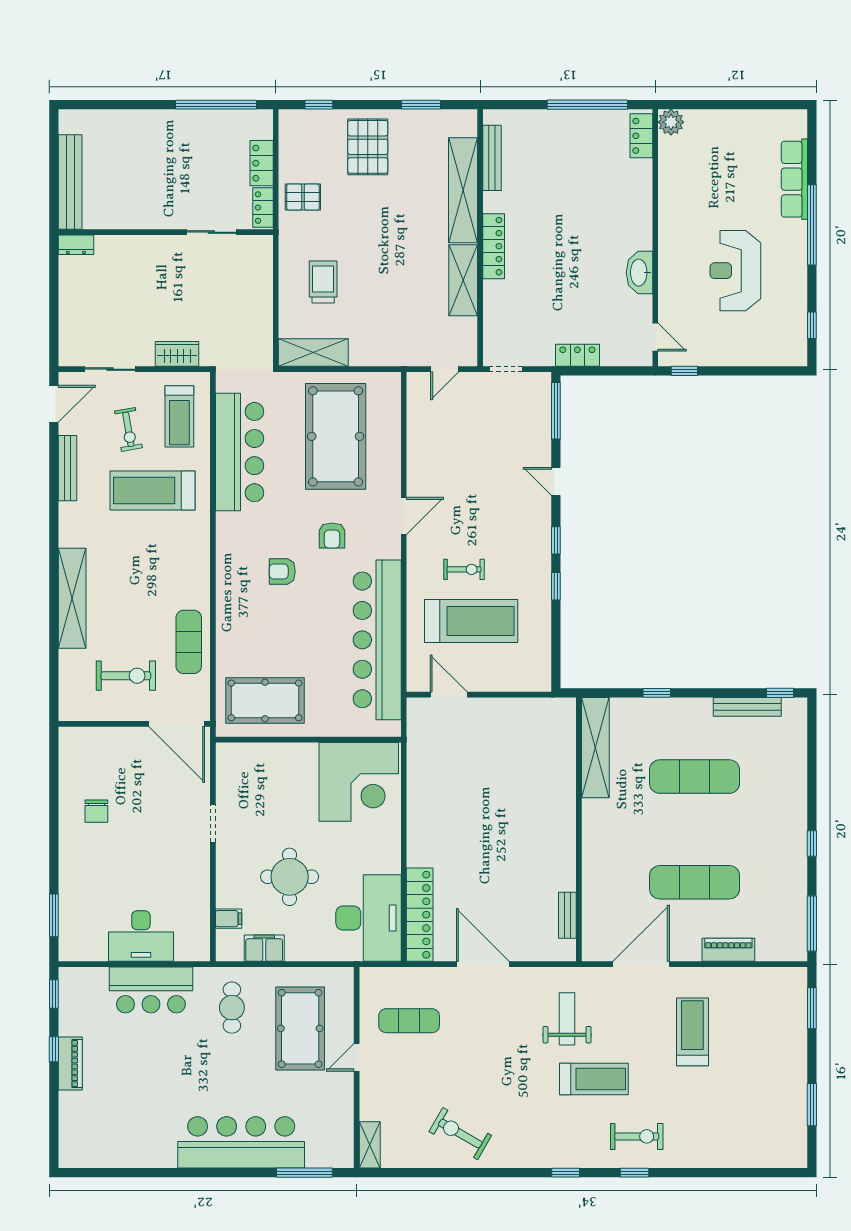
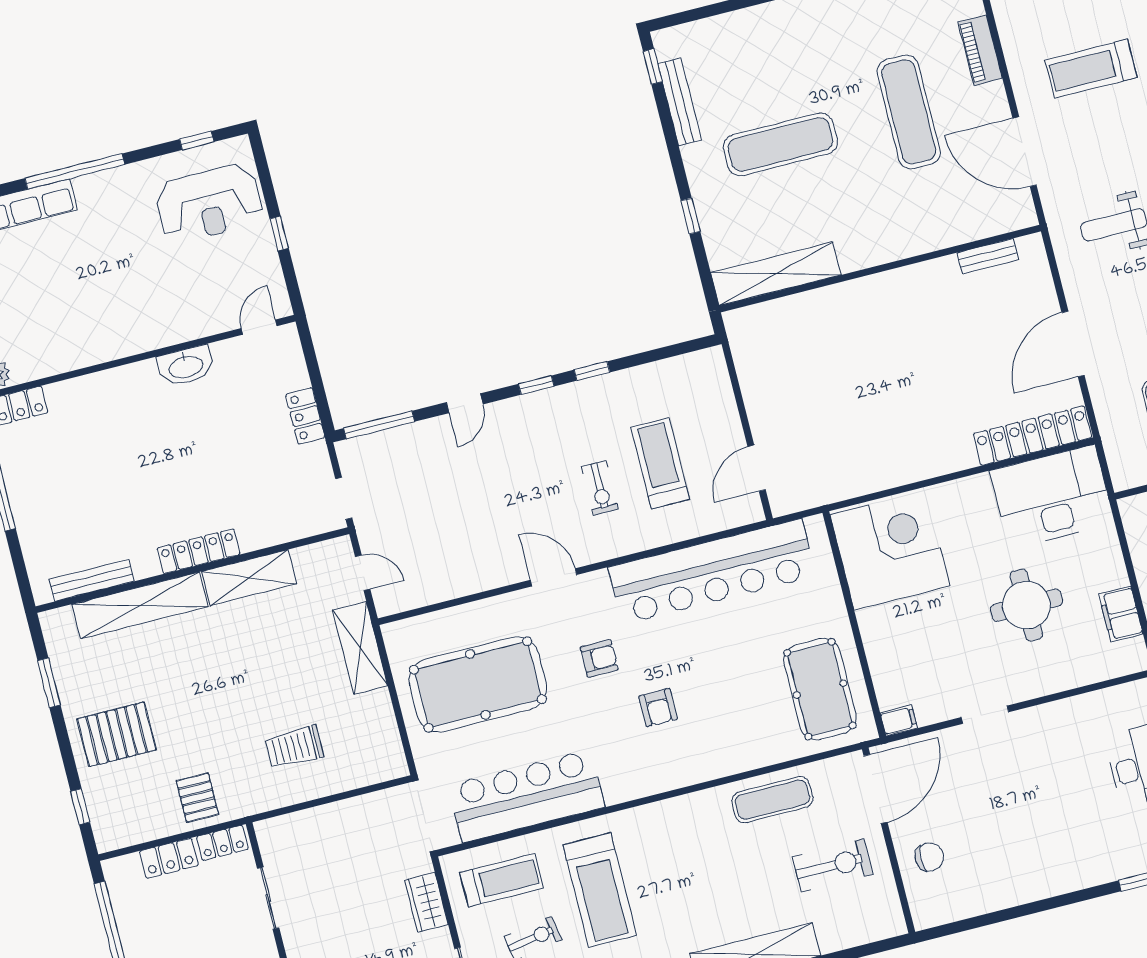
reception desk: (735, 271) -> (209, 203), moved
shelving: (313, 352) -> (360, 648), moved
window: (684, 371) -> (279, 234), moved
exercise bike: (464, 569) -> (600, 488), turned 180
treadmill: (471, 621) -> (660, 463), width x0.73, depth x0.73
exercise bike: (126, 676) -> (833, 866), turned 90
exercise mat: (695, 777) -> (780, 144), turned 90
chair: (96, 811) -> (929, 857), moved
filing cabinet: (229, 919) -> (899, 720), moved, turned 90

